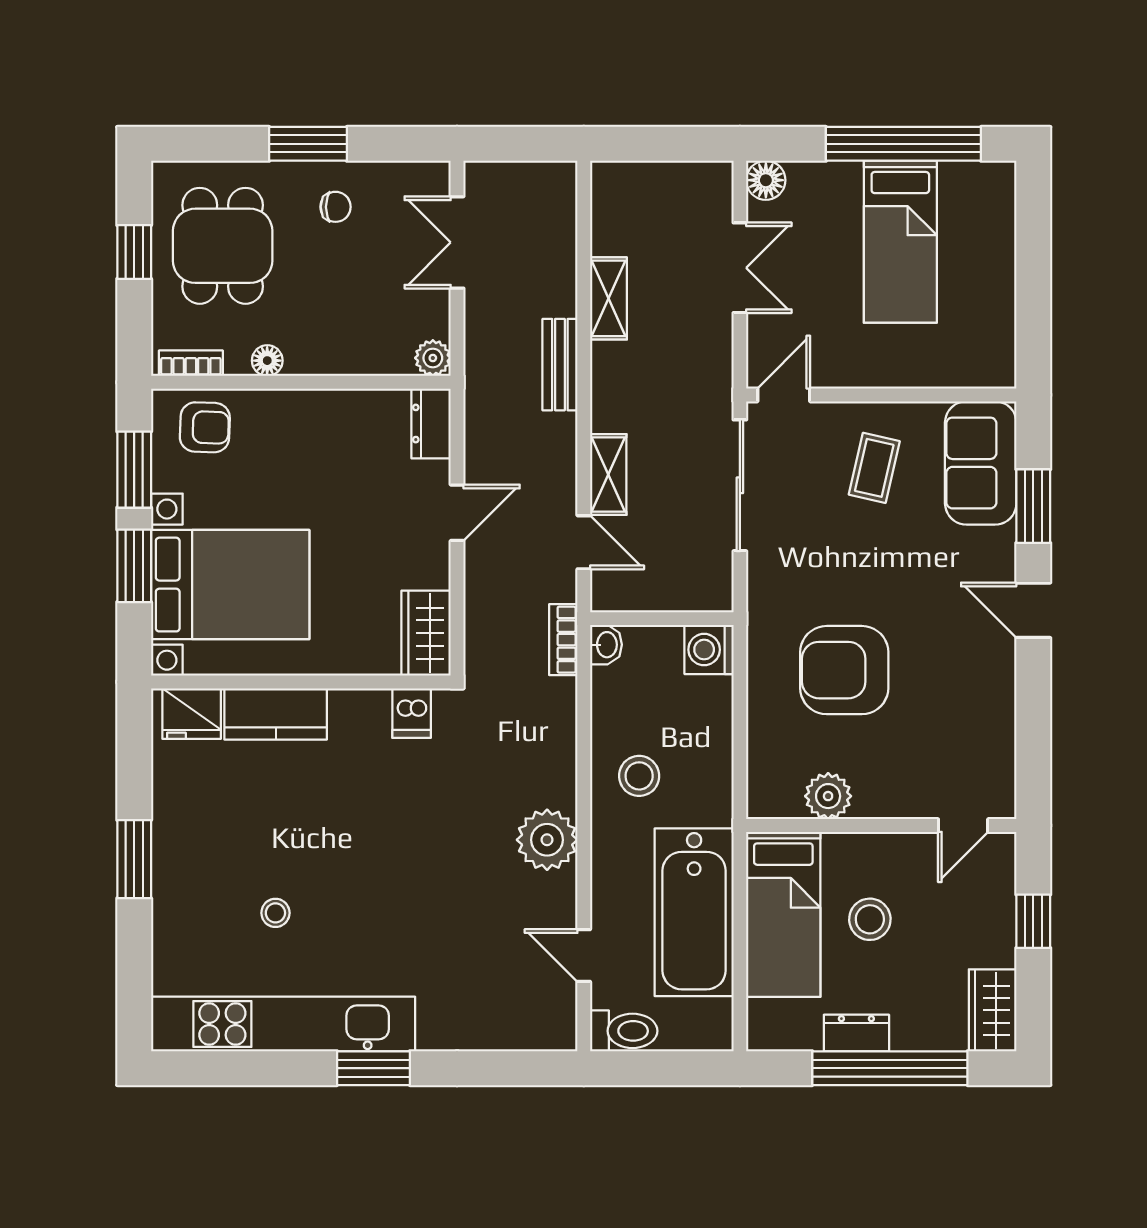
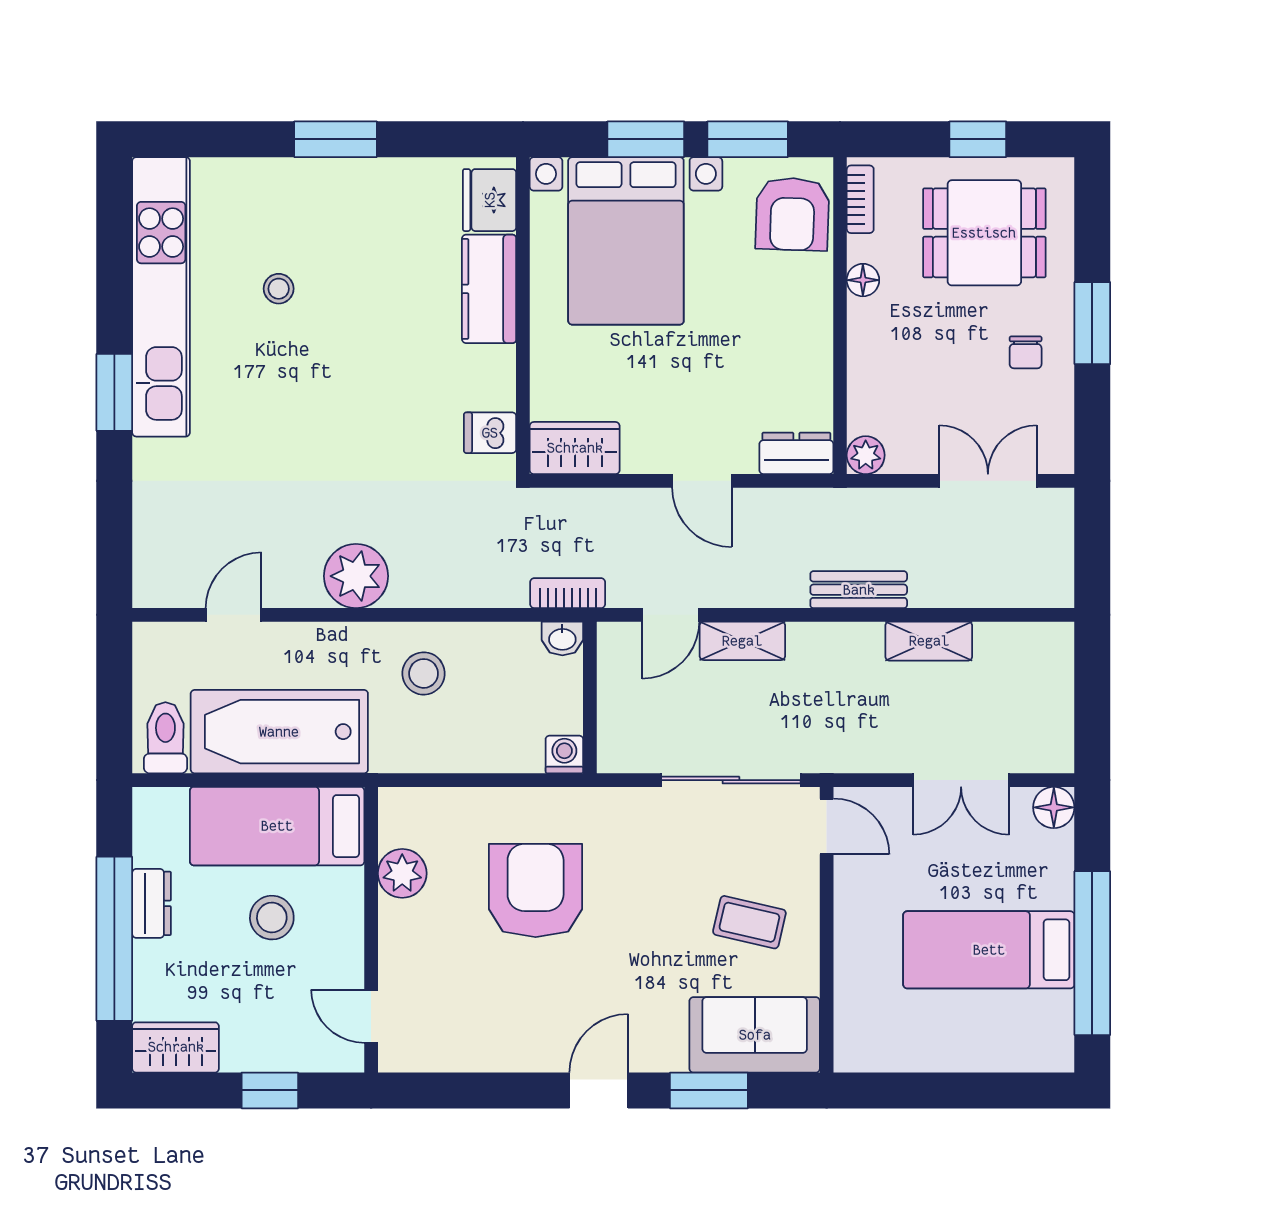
armchair: (205, 427) -> (792, 214), width x1.38, depth x1.38
washing machine: (709, 650) -> (564, 755), width x0.73, depth x0.73
toilet: (624, 1031) -> (165, 738), moved, turned 180

